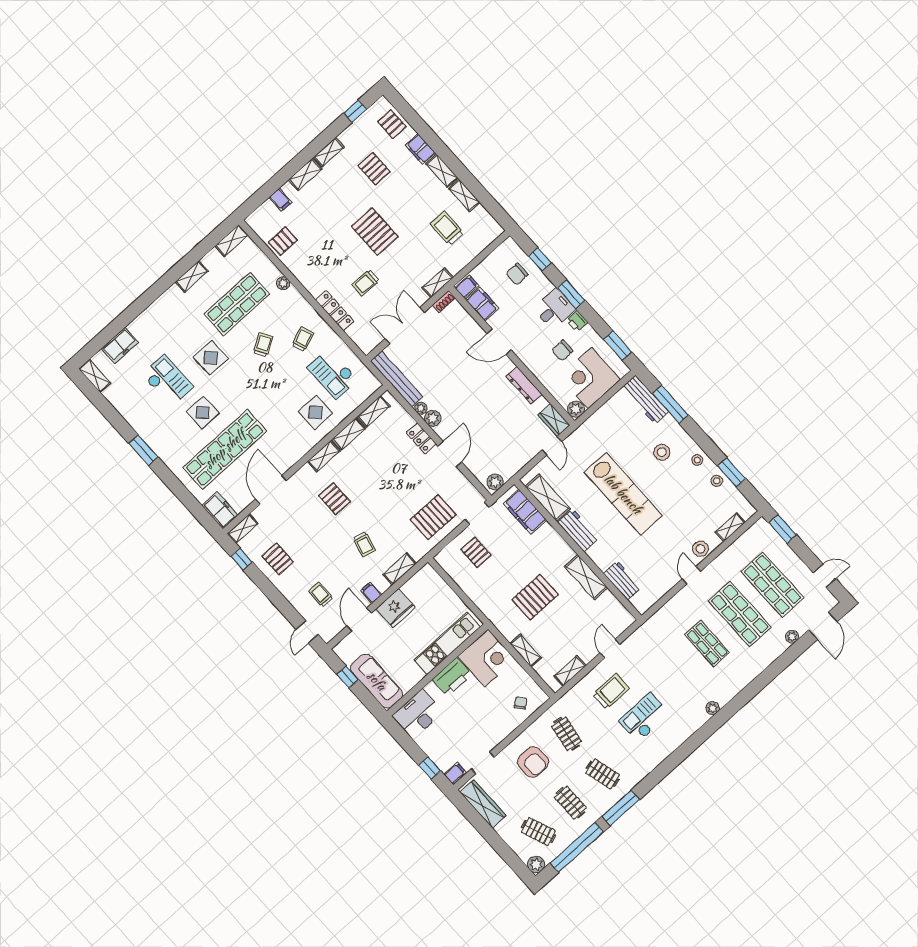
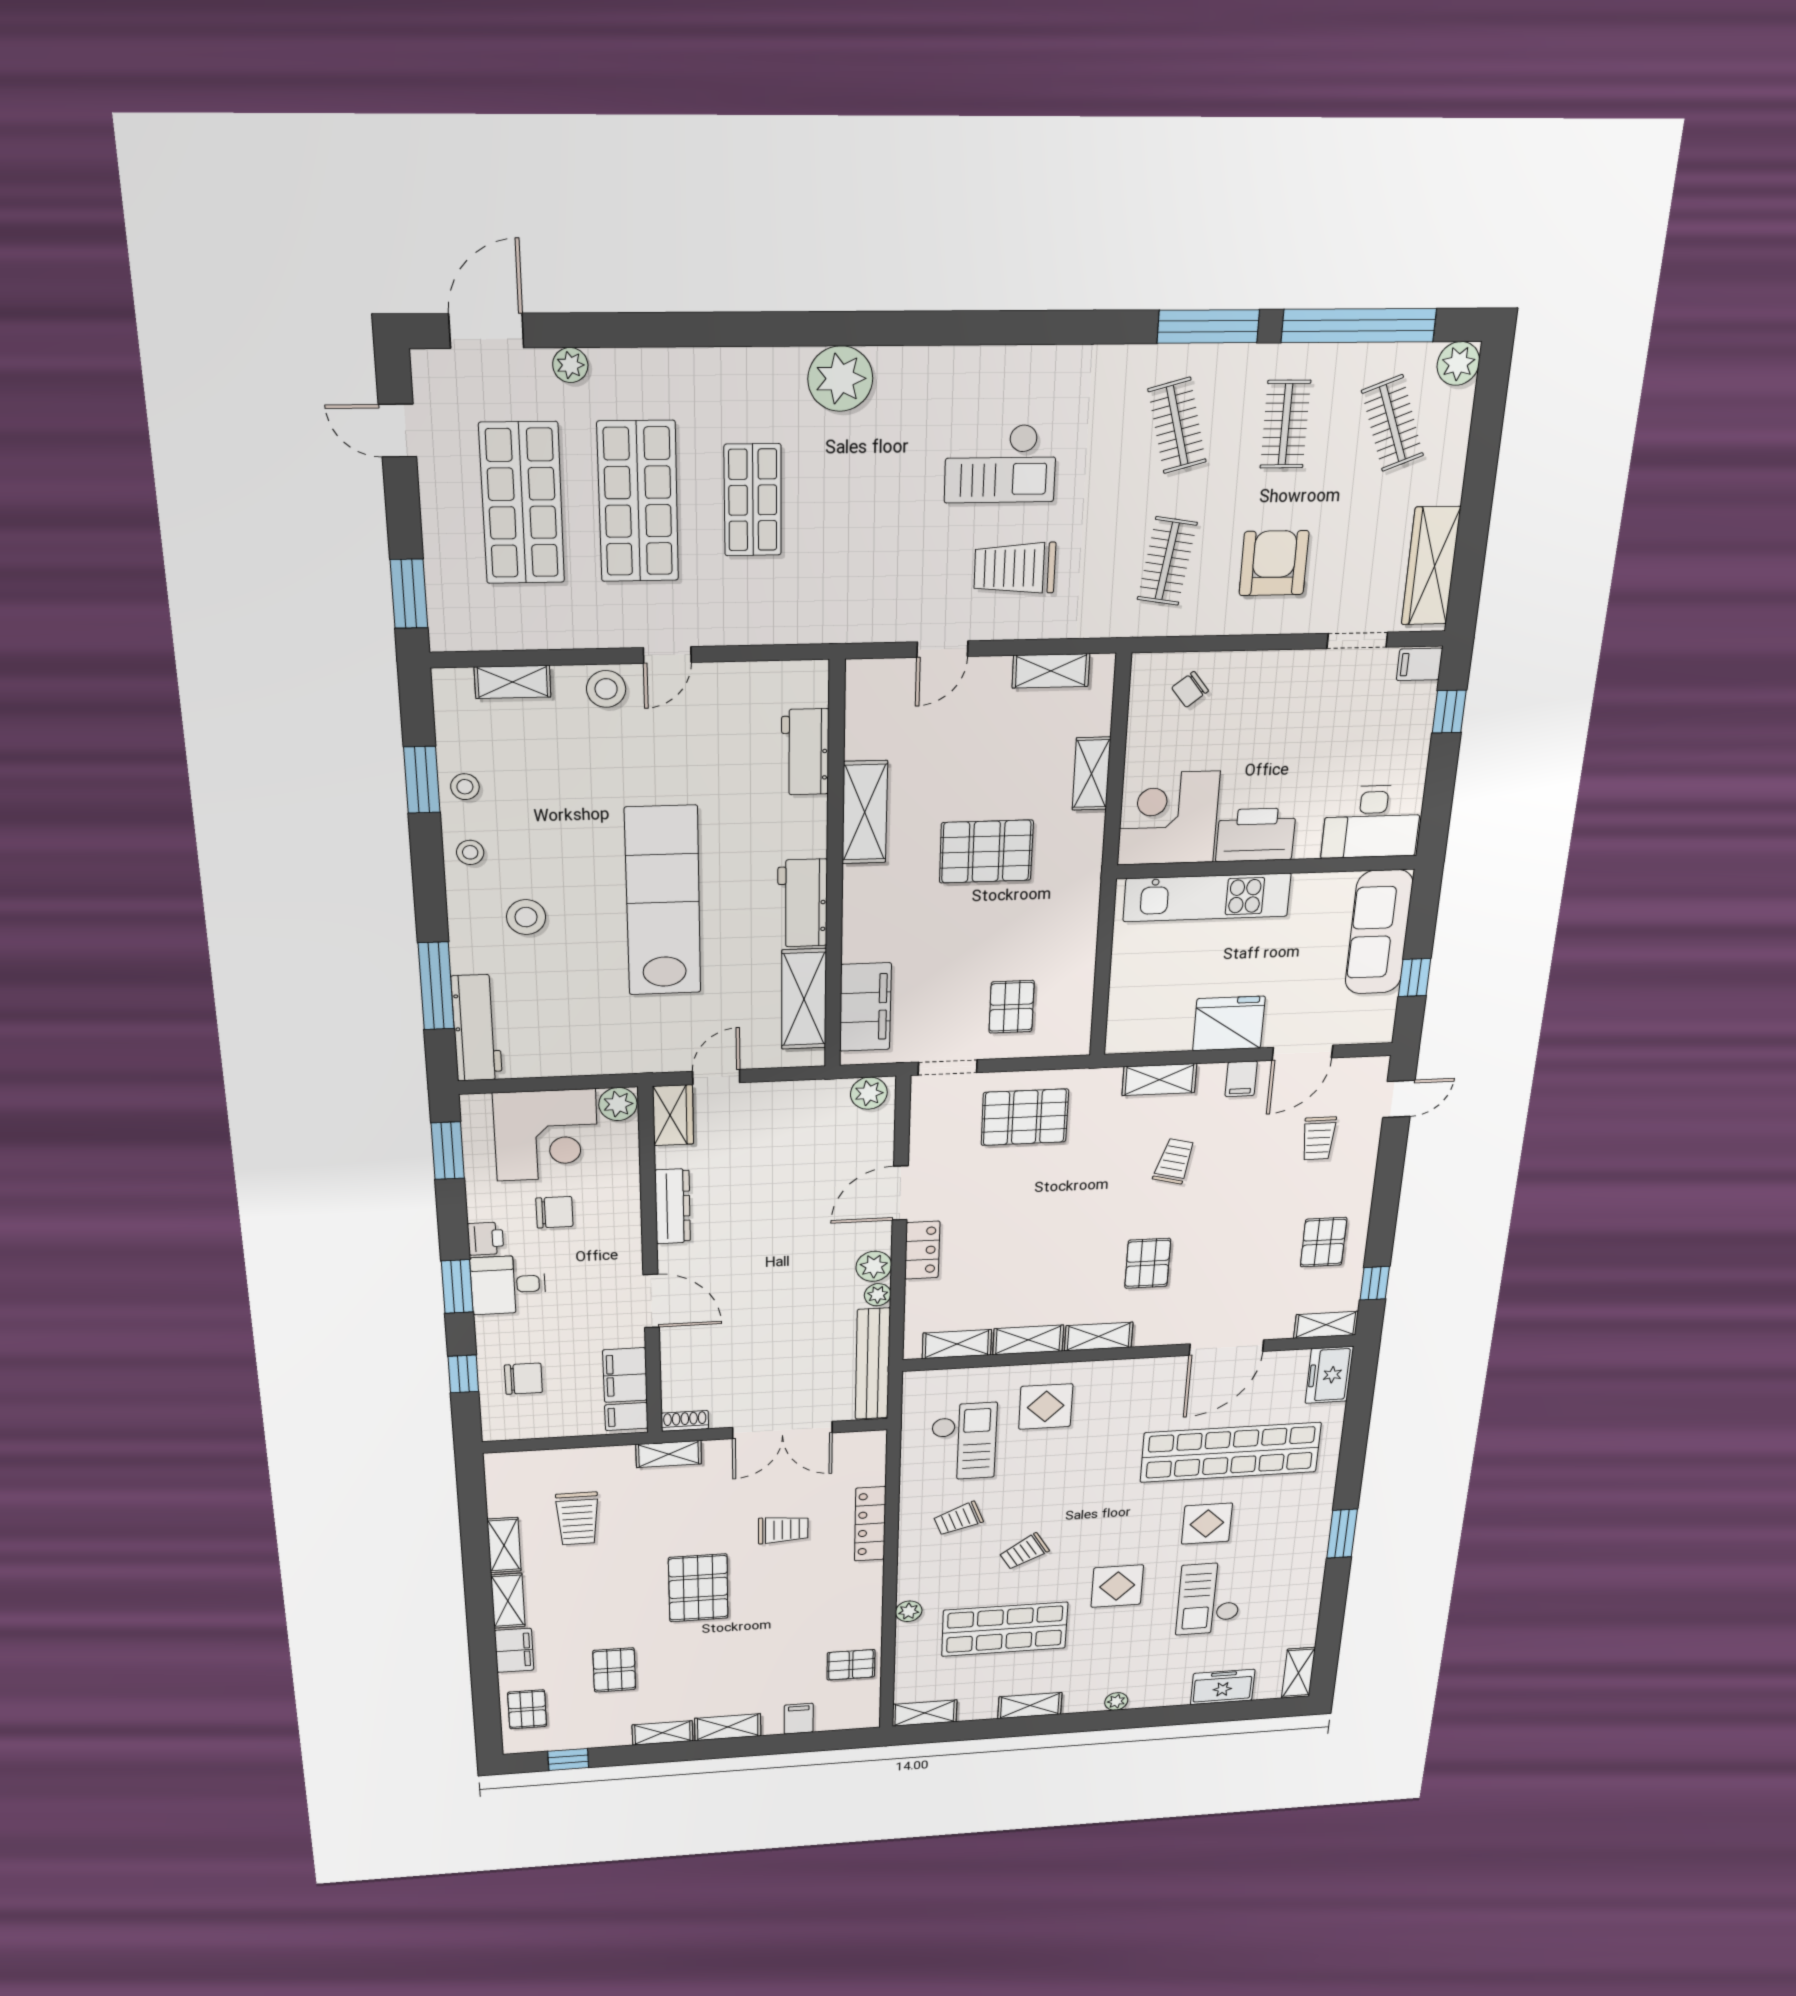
plant: (158, 305) -> (1116, 1701), added
plant: (713, 708) -> (840, 379), width x1.87, depth x1.87

